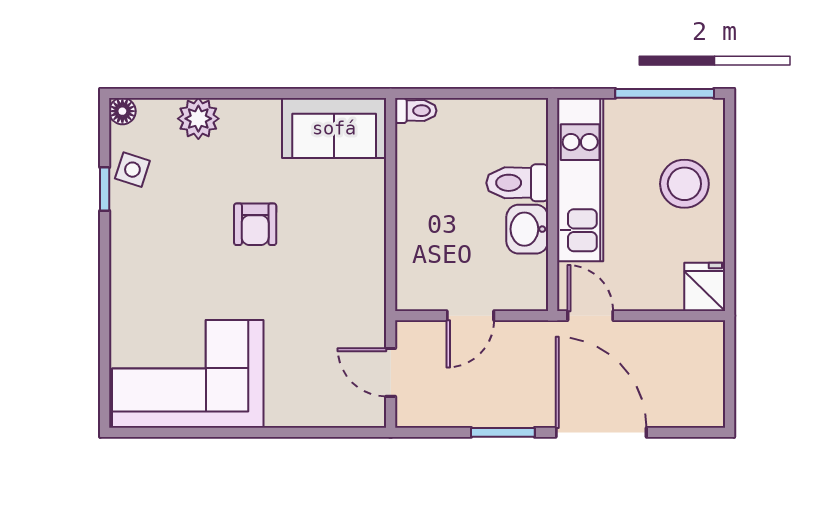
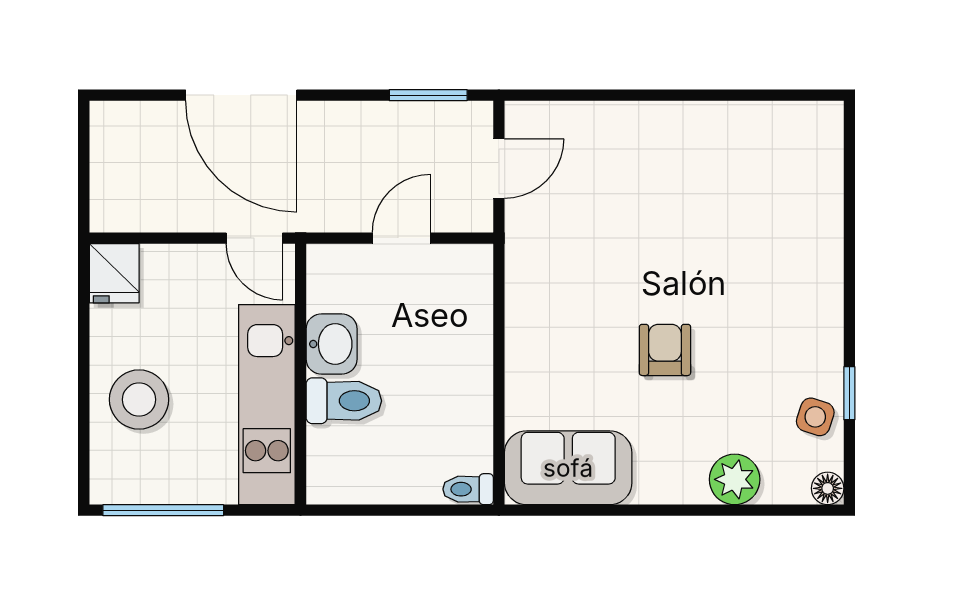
door: (391, 372) -> (499, 169), hinge flipped
corner sofa: (188, 374) -> (748, 167), removed
window: (503, 432) -> (428, 95), moved

